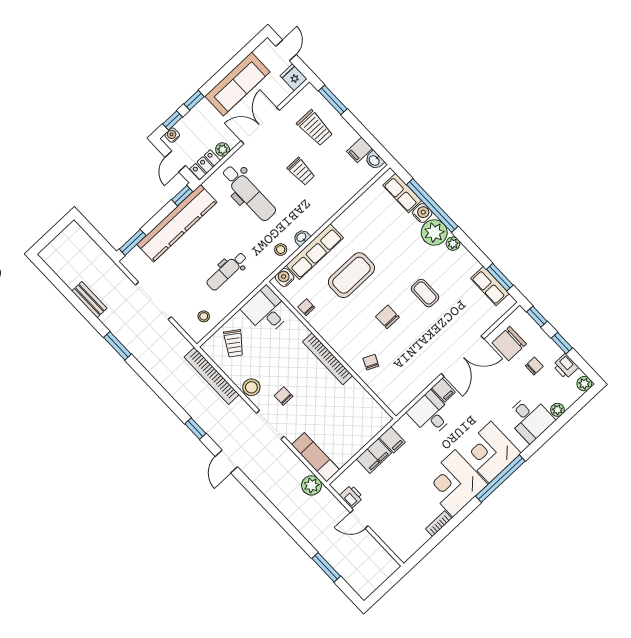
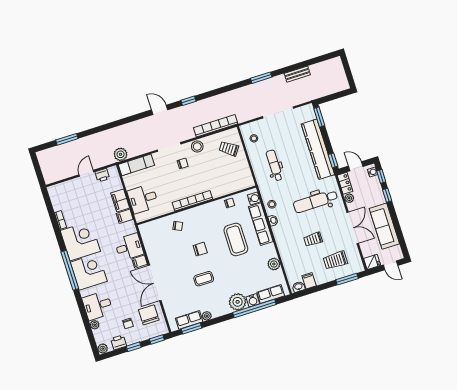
plant: (360, 208) -> (274, 264), added
plant: (453, 244) -> (207, 316), moved
desk: (266, 311) -> (143, 199), moved, turned 180

